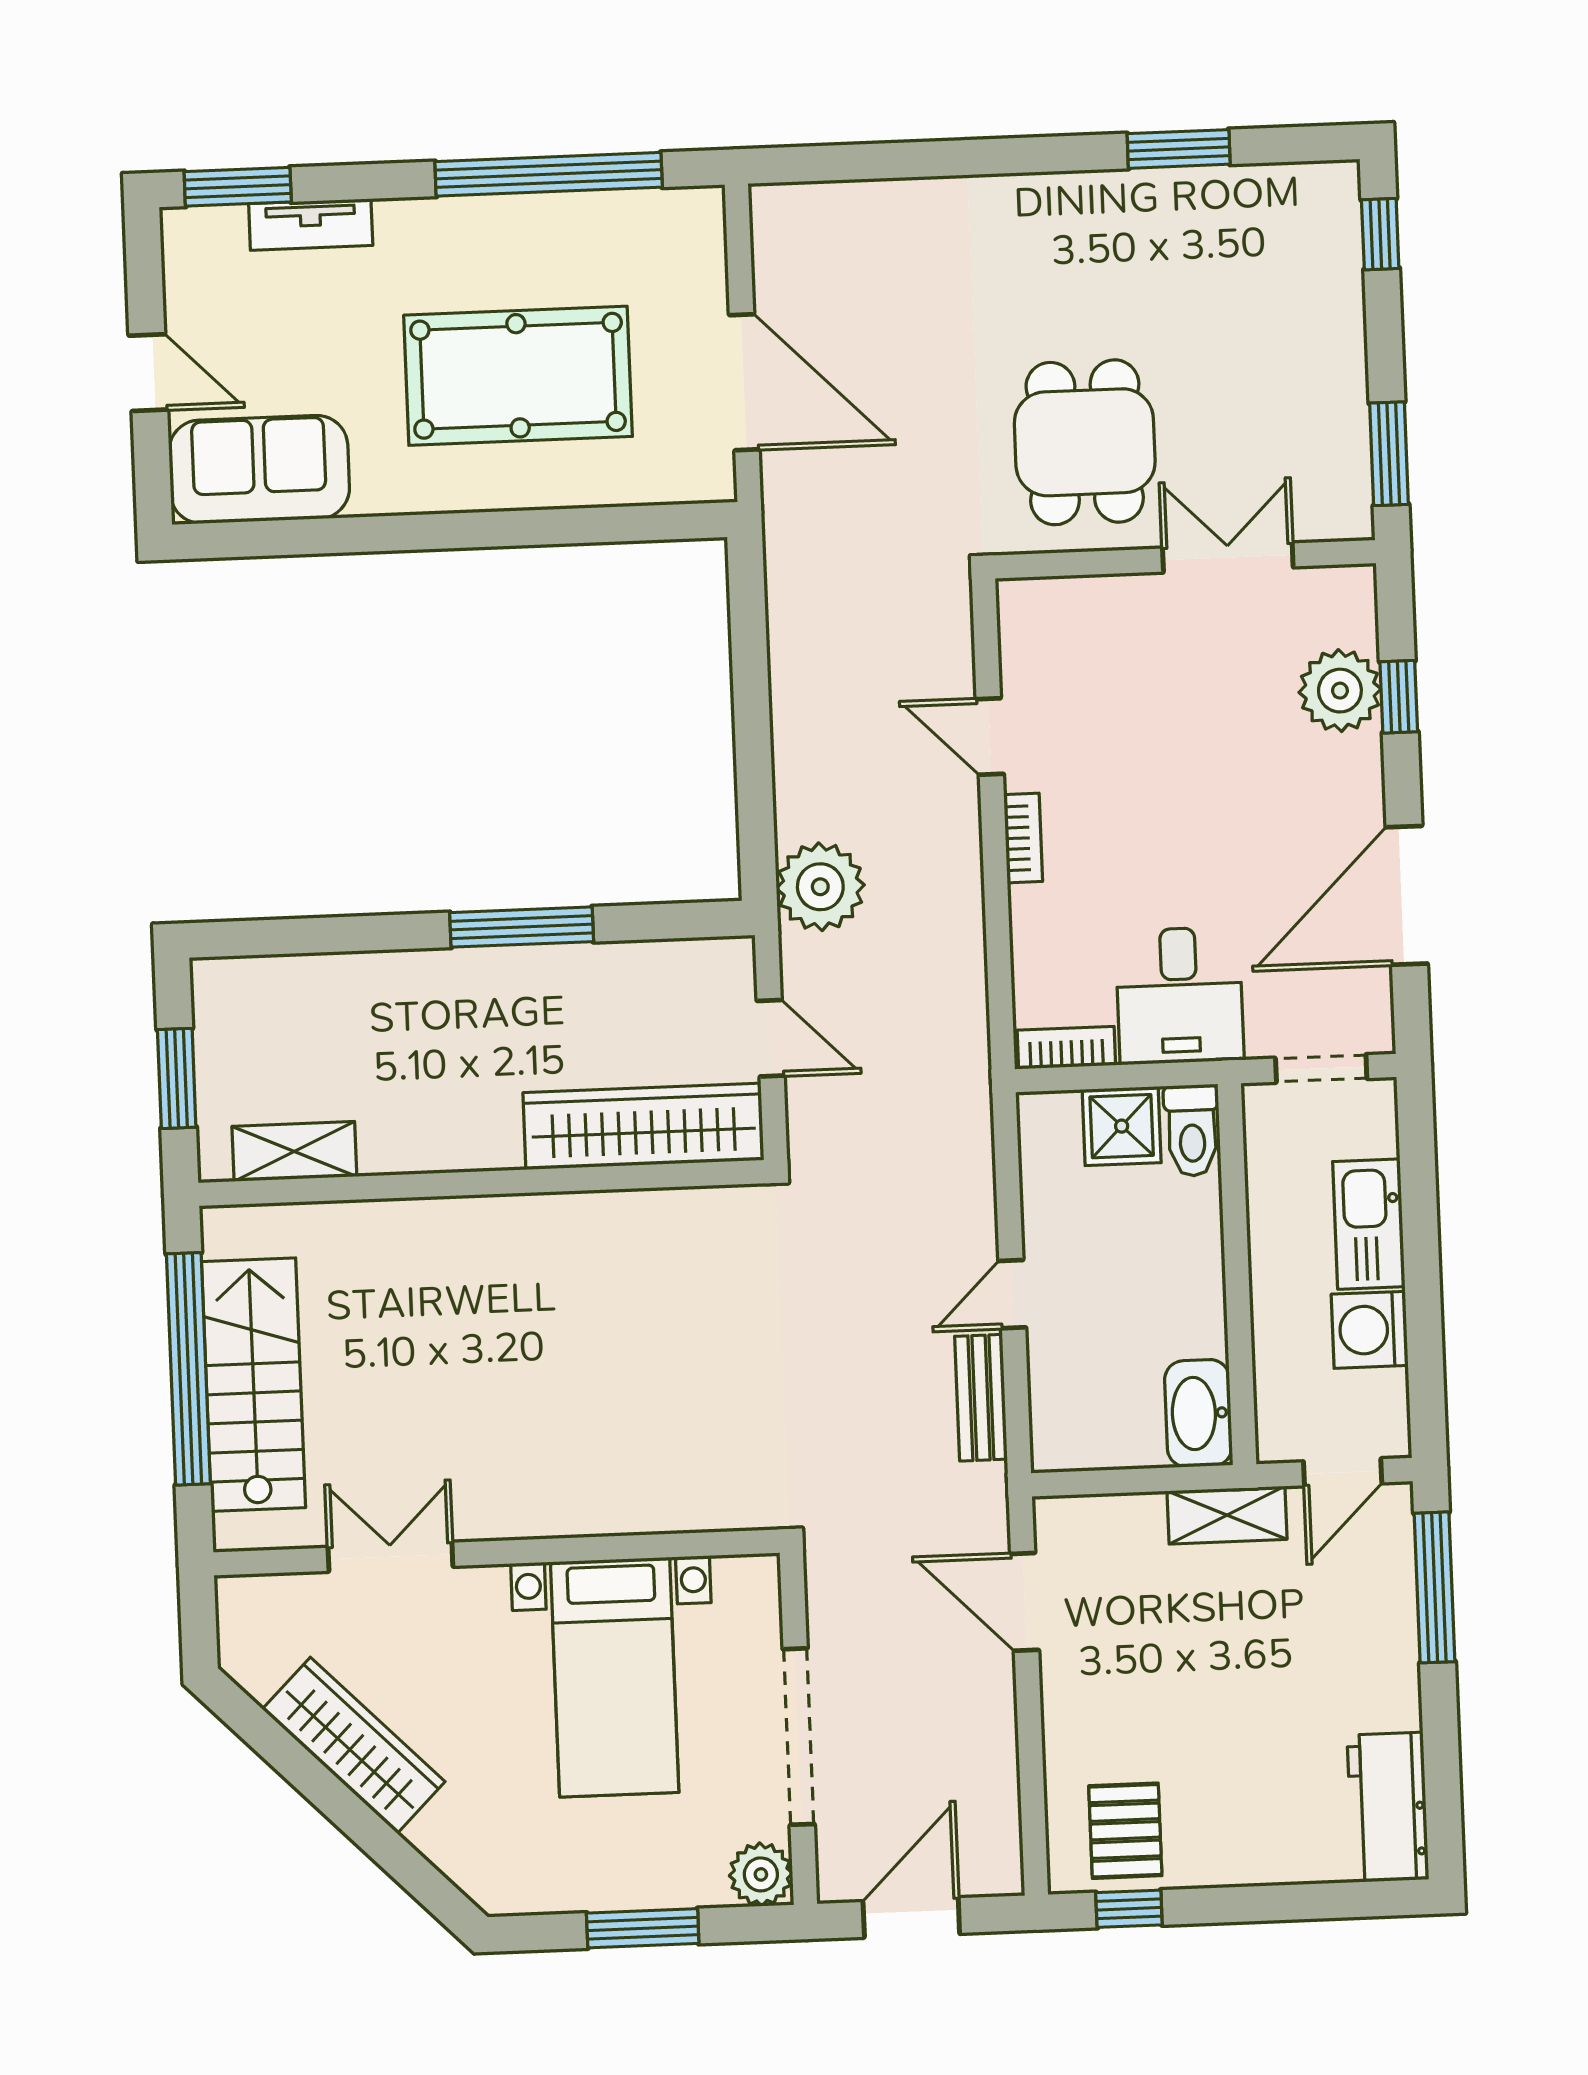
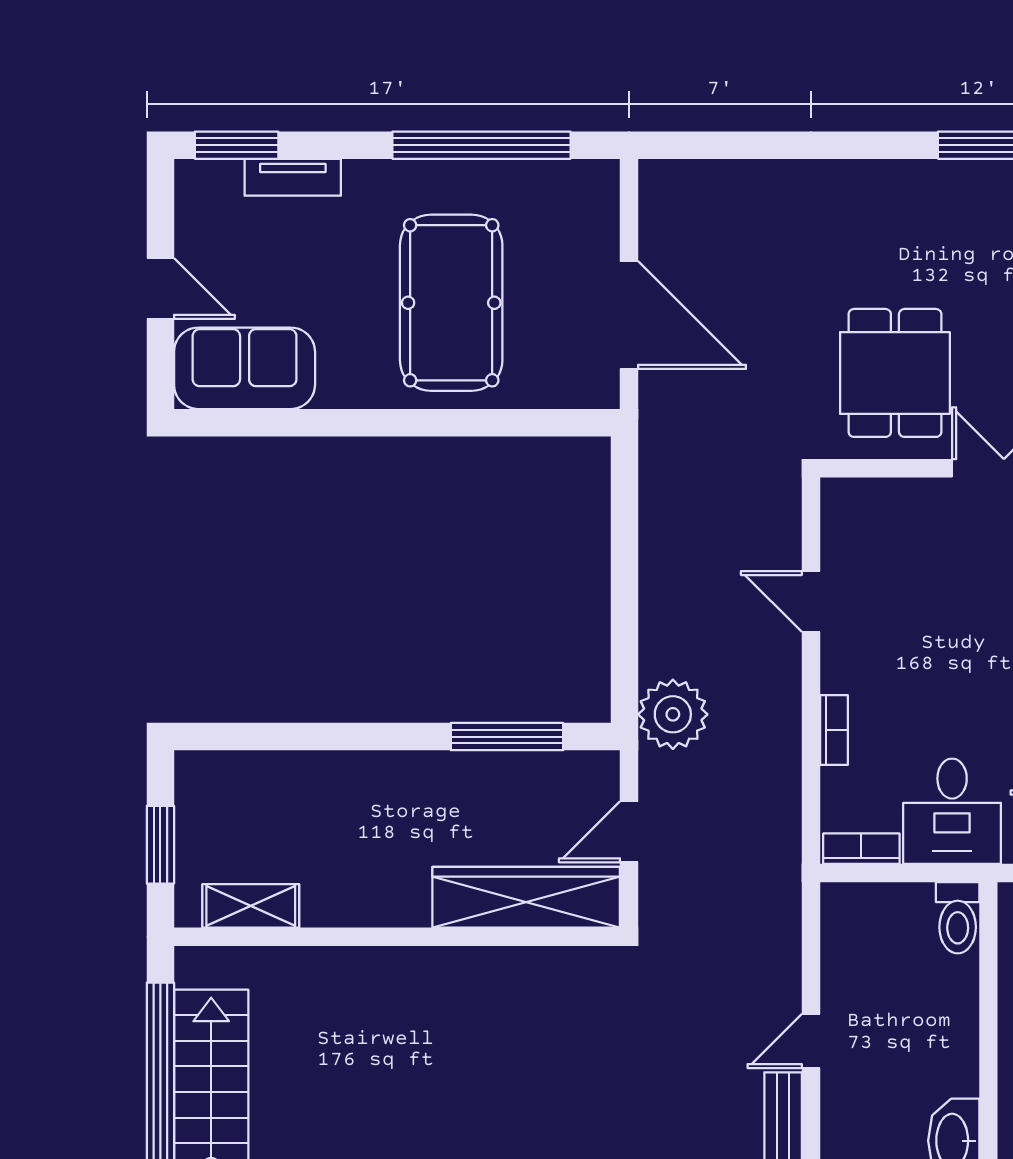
pool table: (518, 376) -> (451, 303), turned 90
bookcase: (1023, 838) -> (834, 730), moved
window: (522, 927) -> (507, 737), moved
door: (771, 1038) -> (629, 832), swing flipped
shower: (1122, 1126) -> (902, 912), removed

